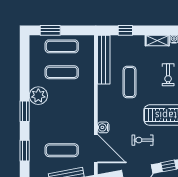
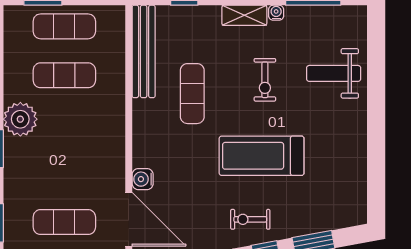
exercise bike: (143, 140) -> (250, 219), moved

